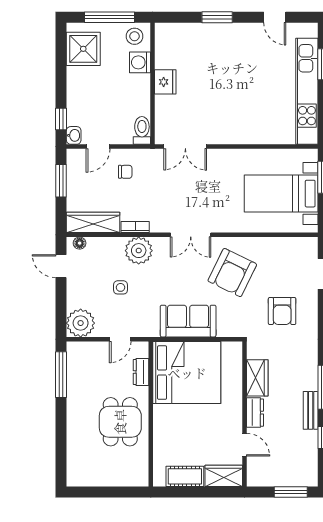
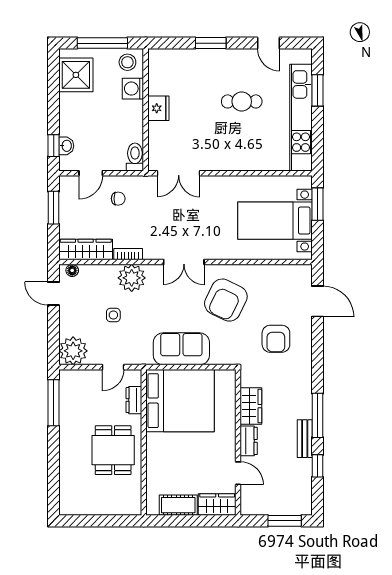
cafe table: (248, 75) -> (242, 101), added
washbasin: (74, 135) -> (66, 146), moved

